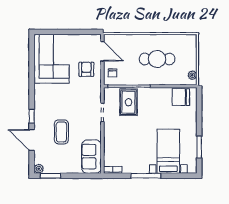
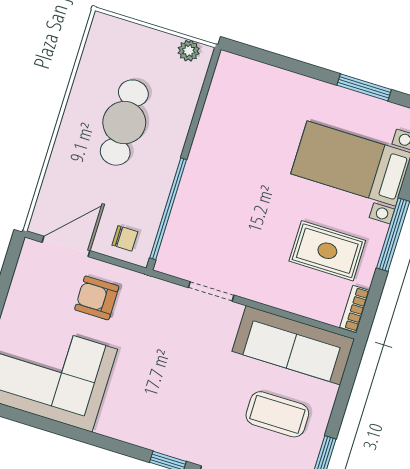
chair: (181, 97) -> (232, 94), removed
rug: (128, 102) -> (327, 251), moved
coffee table: (61, 132) -> (277, 414), moved
sofa: (92, 157) -> (293, 345), width x1.36

